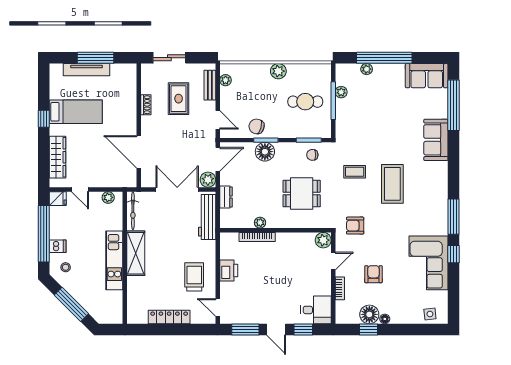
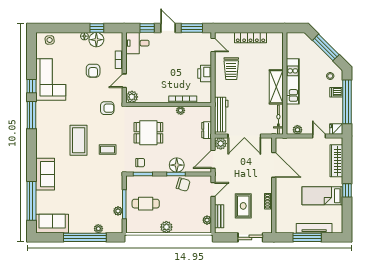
door: (218, 120) -> (213, 190), swing flipped

